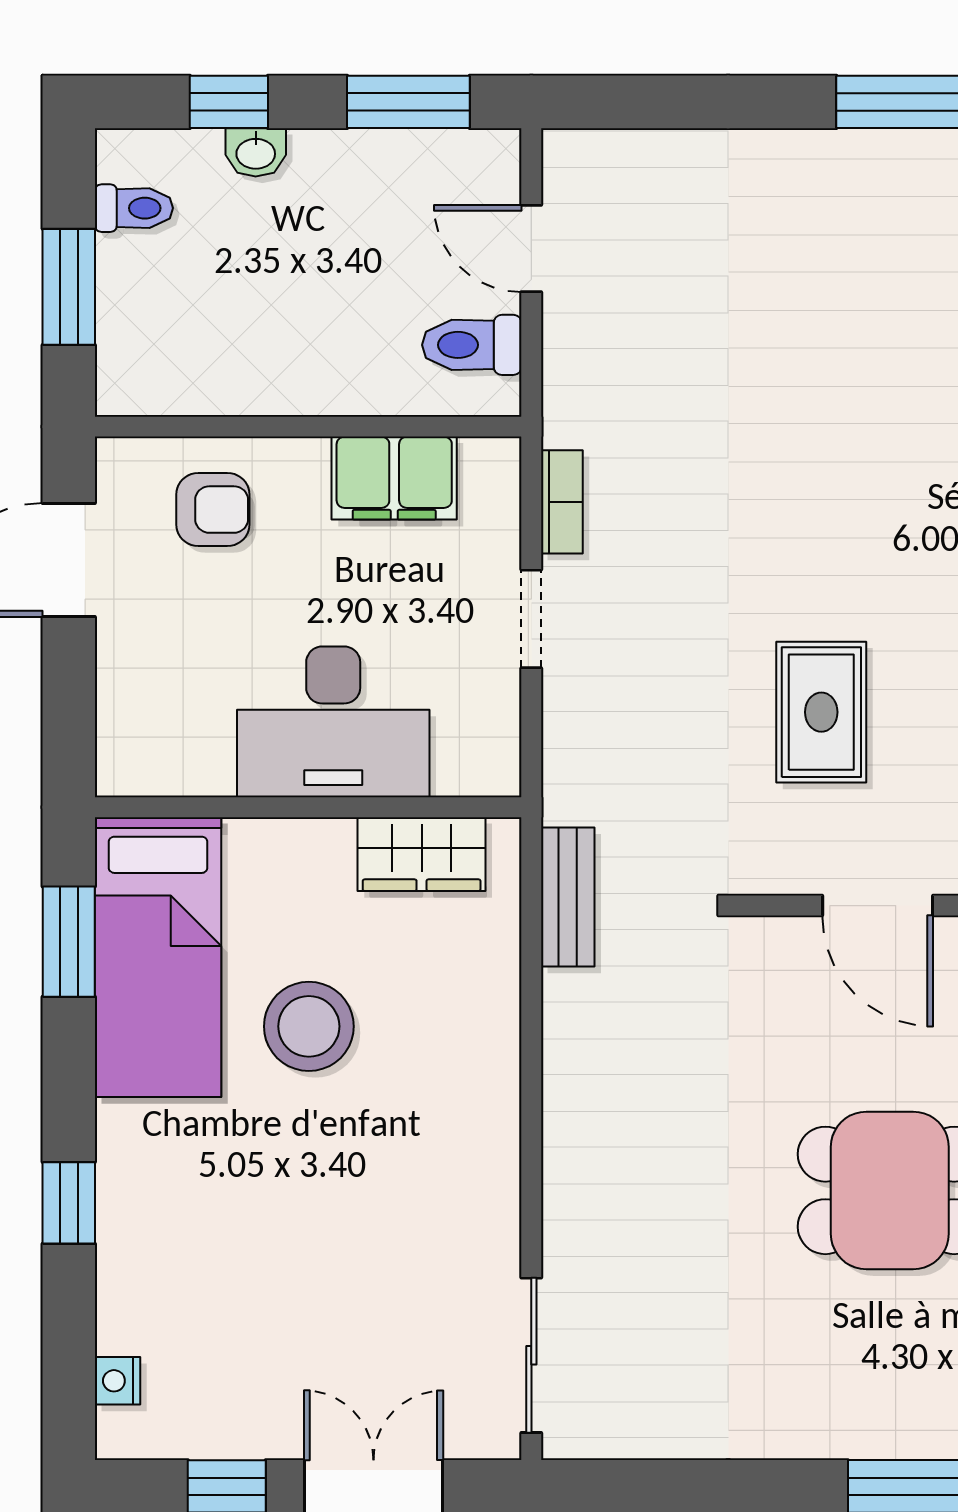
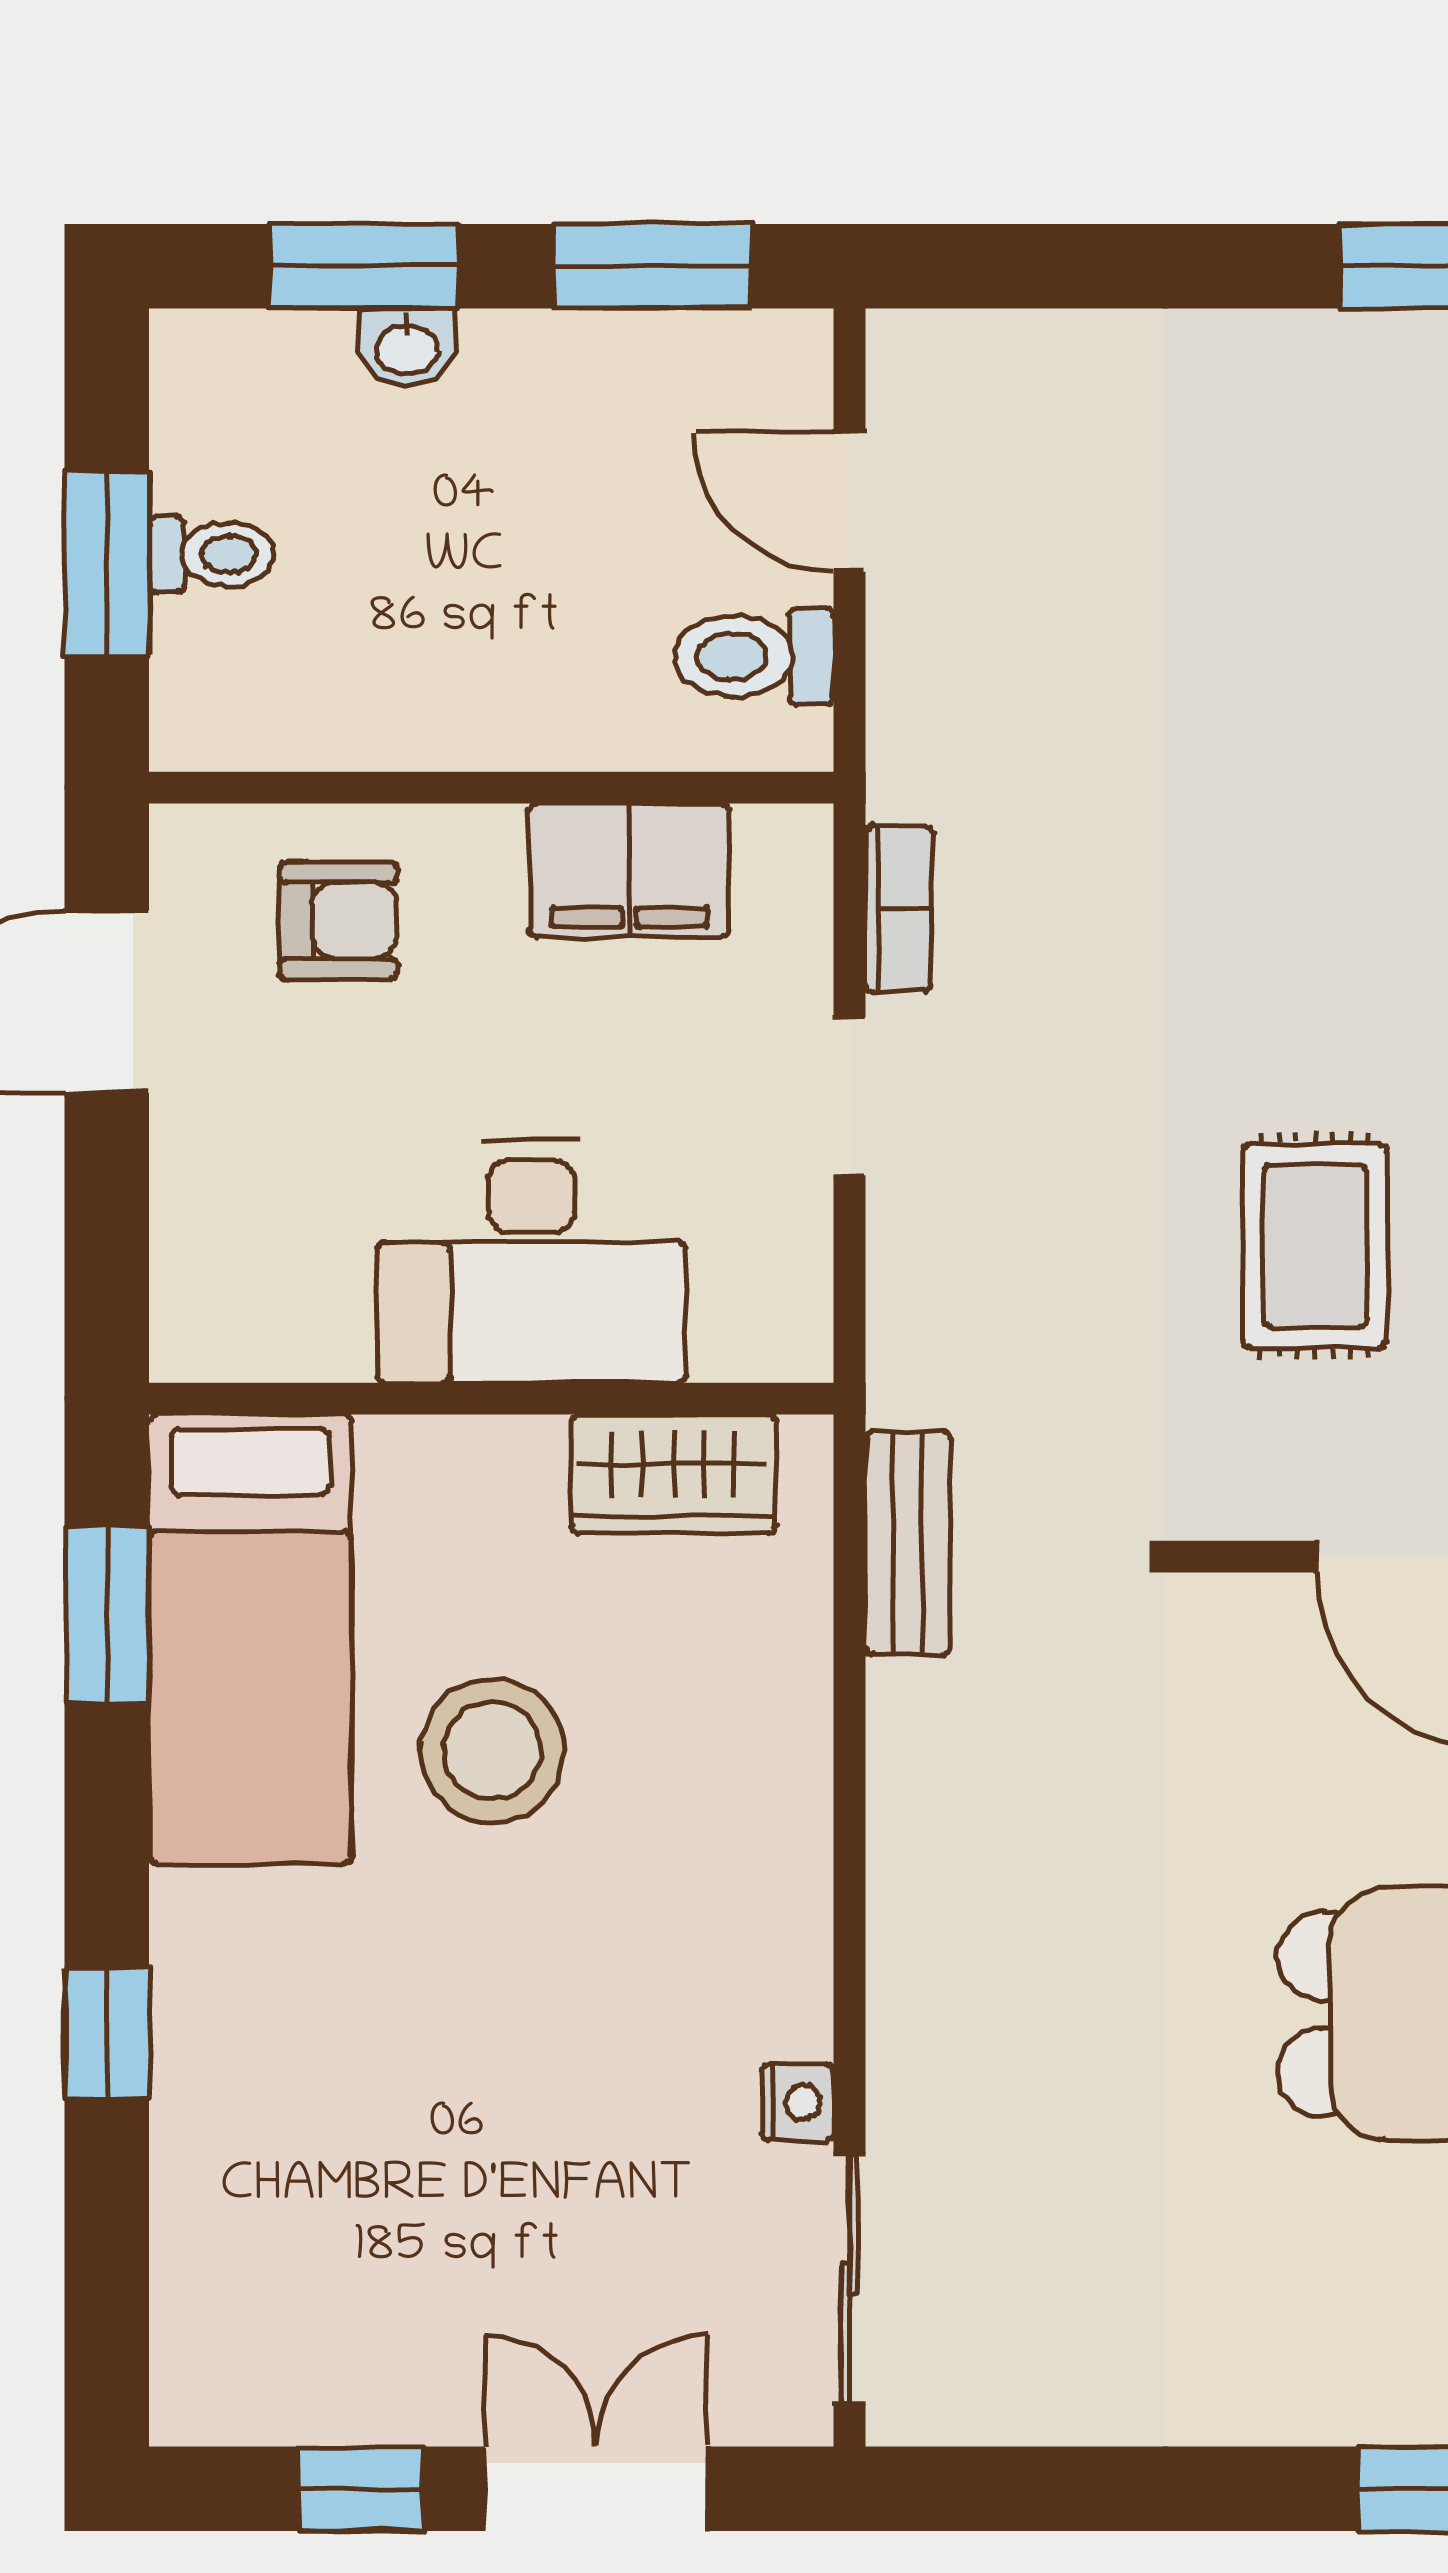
window: (229, 102) -> (364, 266), width x1.50
toilet: (134, 208) -> (211, 555), moved
nightstand: (118, 1381) -> (798, 2102), moved, turned 180

